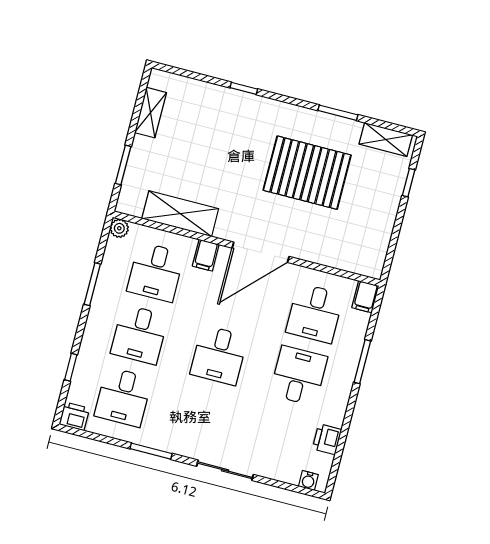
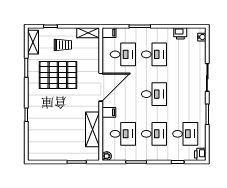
shelving: (150, 113) -> (88, 33), moved
pallet: (307, 173) -> (58, 75), turned 90
trolley: (365, 198) -> (63, 45), added
door: (261, 252) -> (101, 87), hinge flipped
desk: (299, 376) -> (154, 54), turned 180

